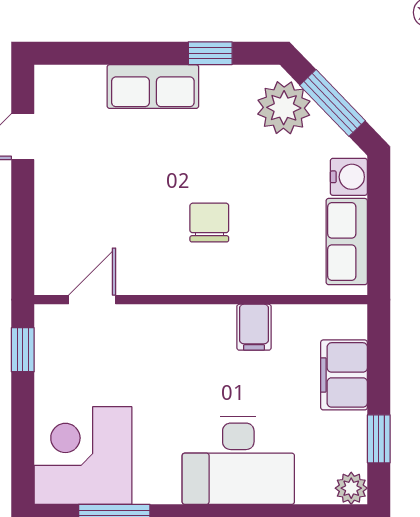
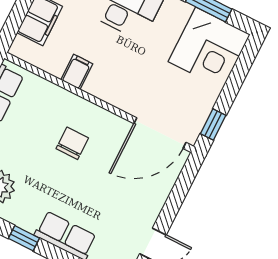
chair: (209, 223) -> (72, 143), turned 180
door: (92, 300) -> (160, 133), width x1.87

